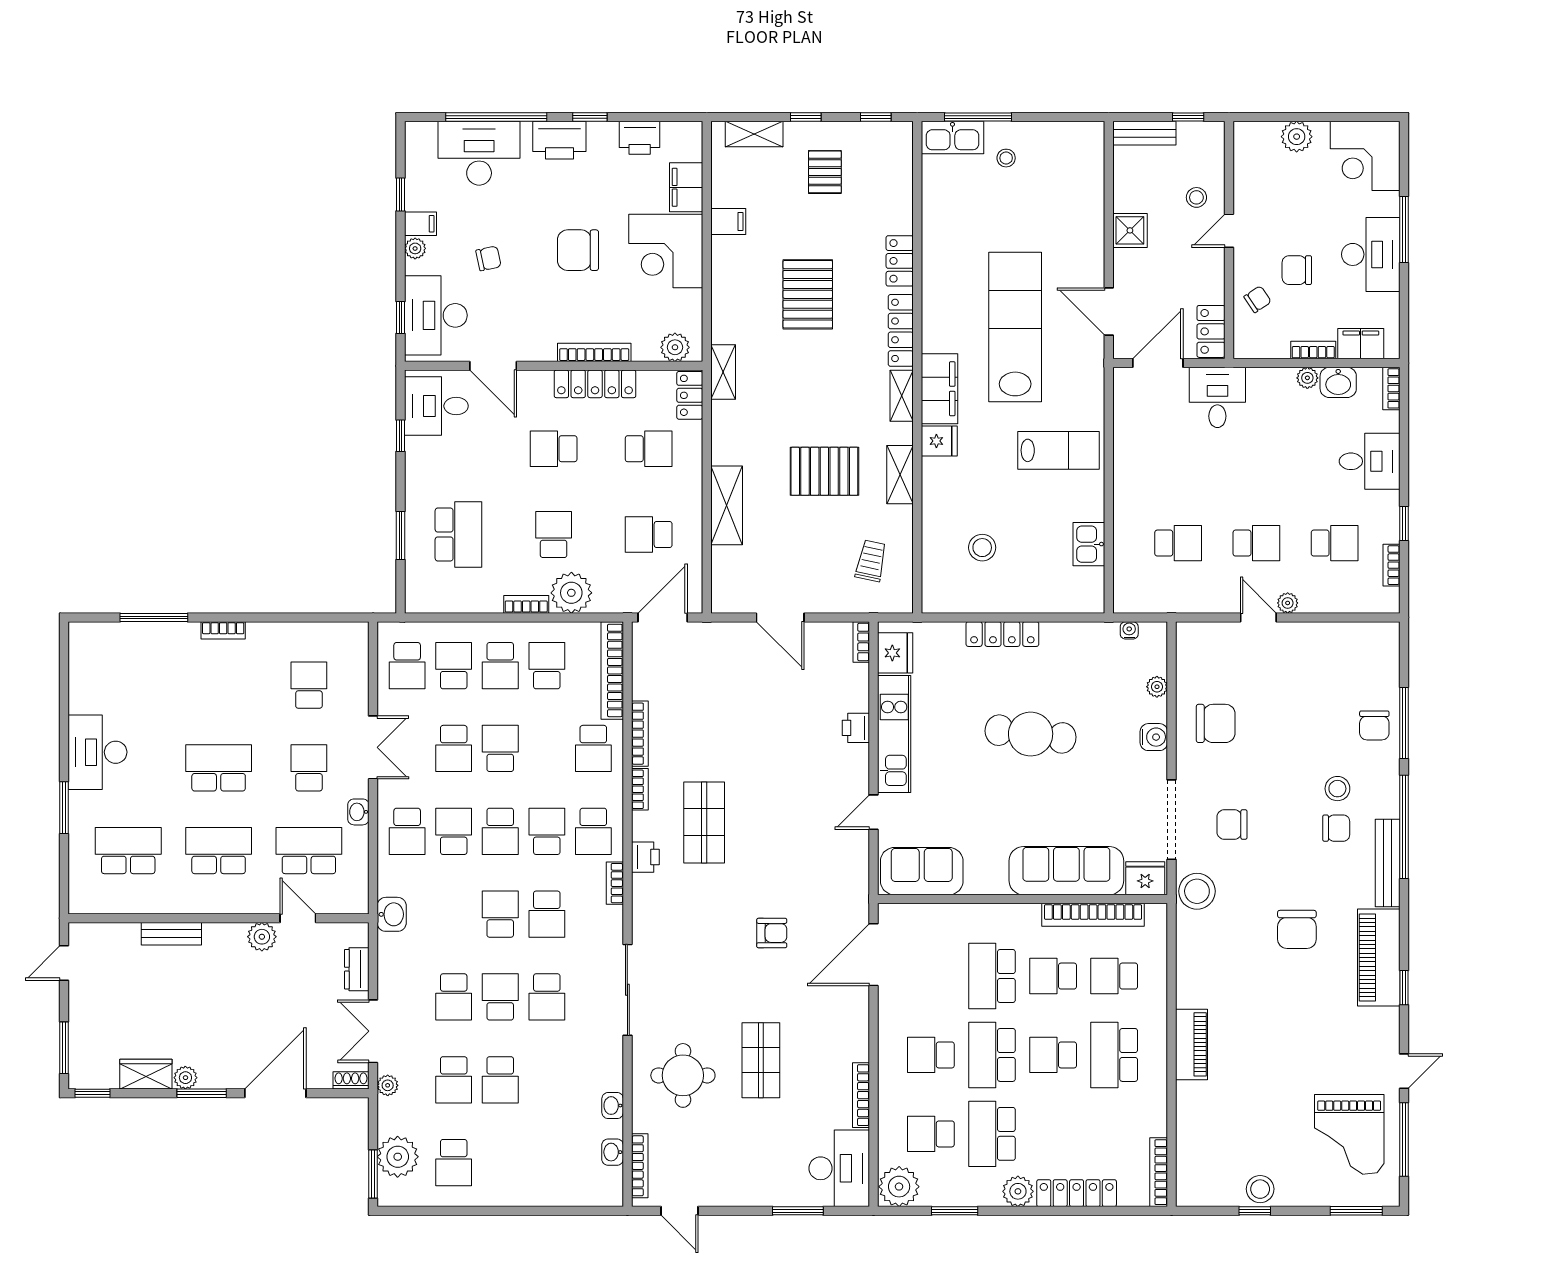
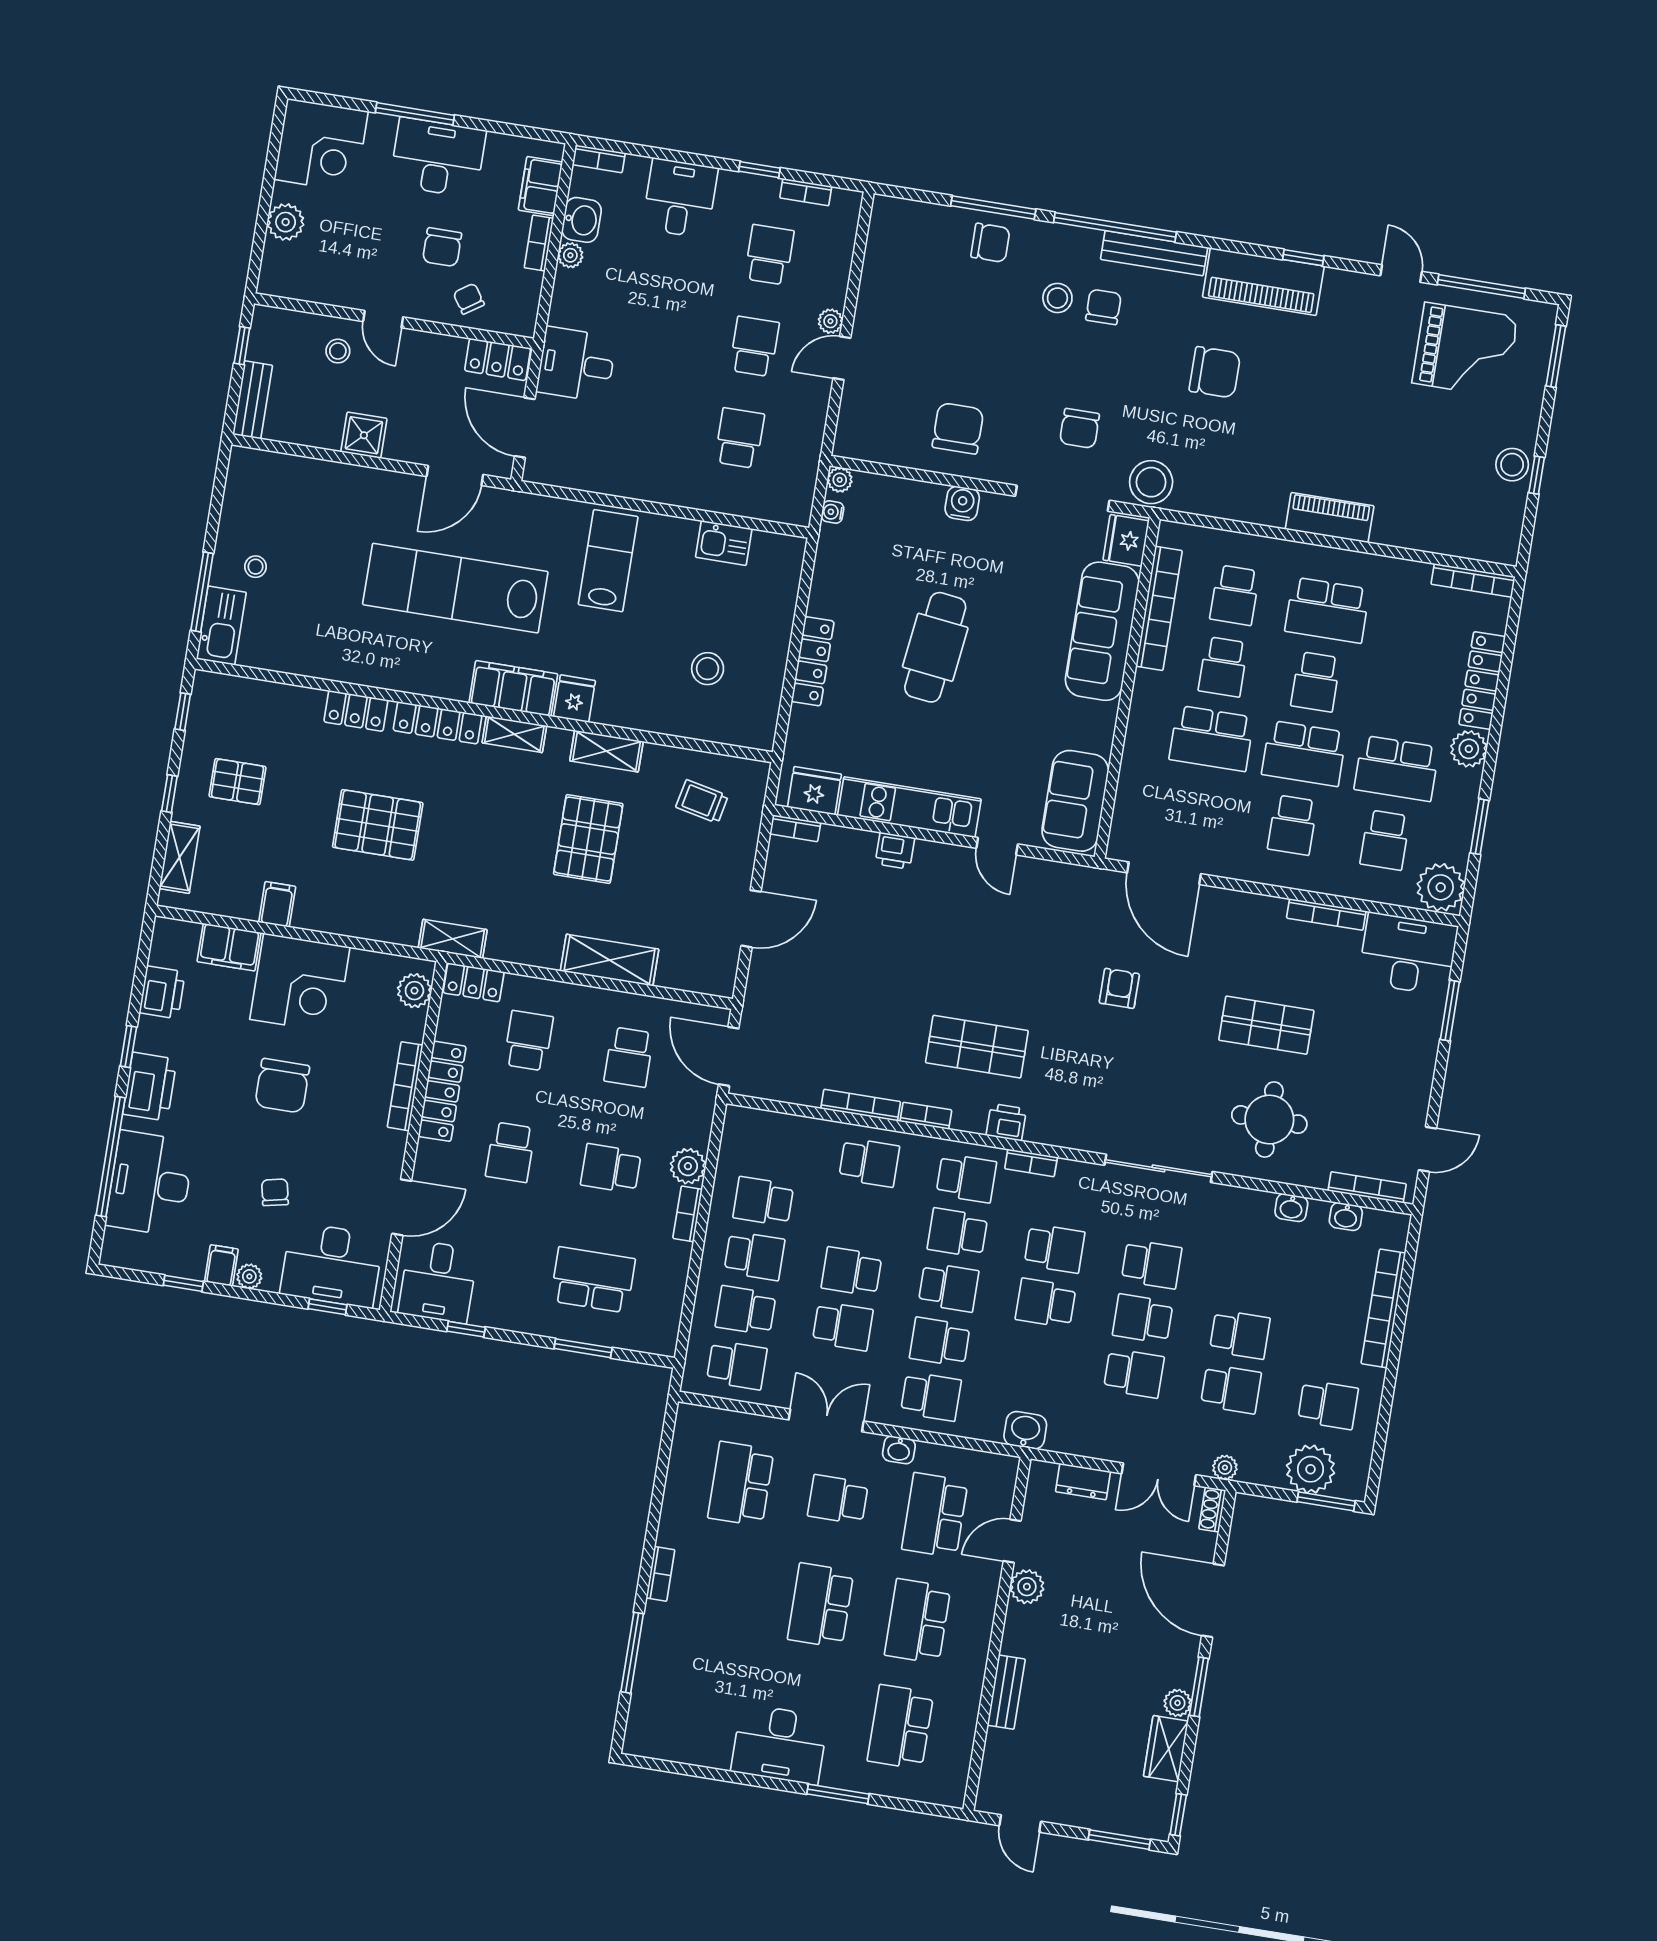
plant: (571, 593) -> (688, 1166), width x0.73, depth x0.73
bookcase: (612, 670) -> (1383, 1308), moved, turned 90
school desk: (309, 685) -> (741, 1484), width x1.85
plant: (1157, 687) -> (840, 480), moved

